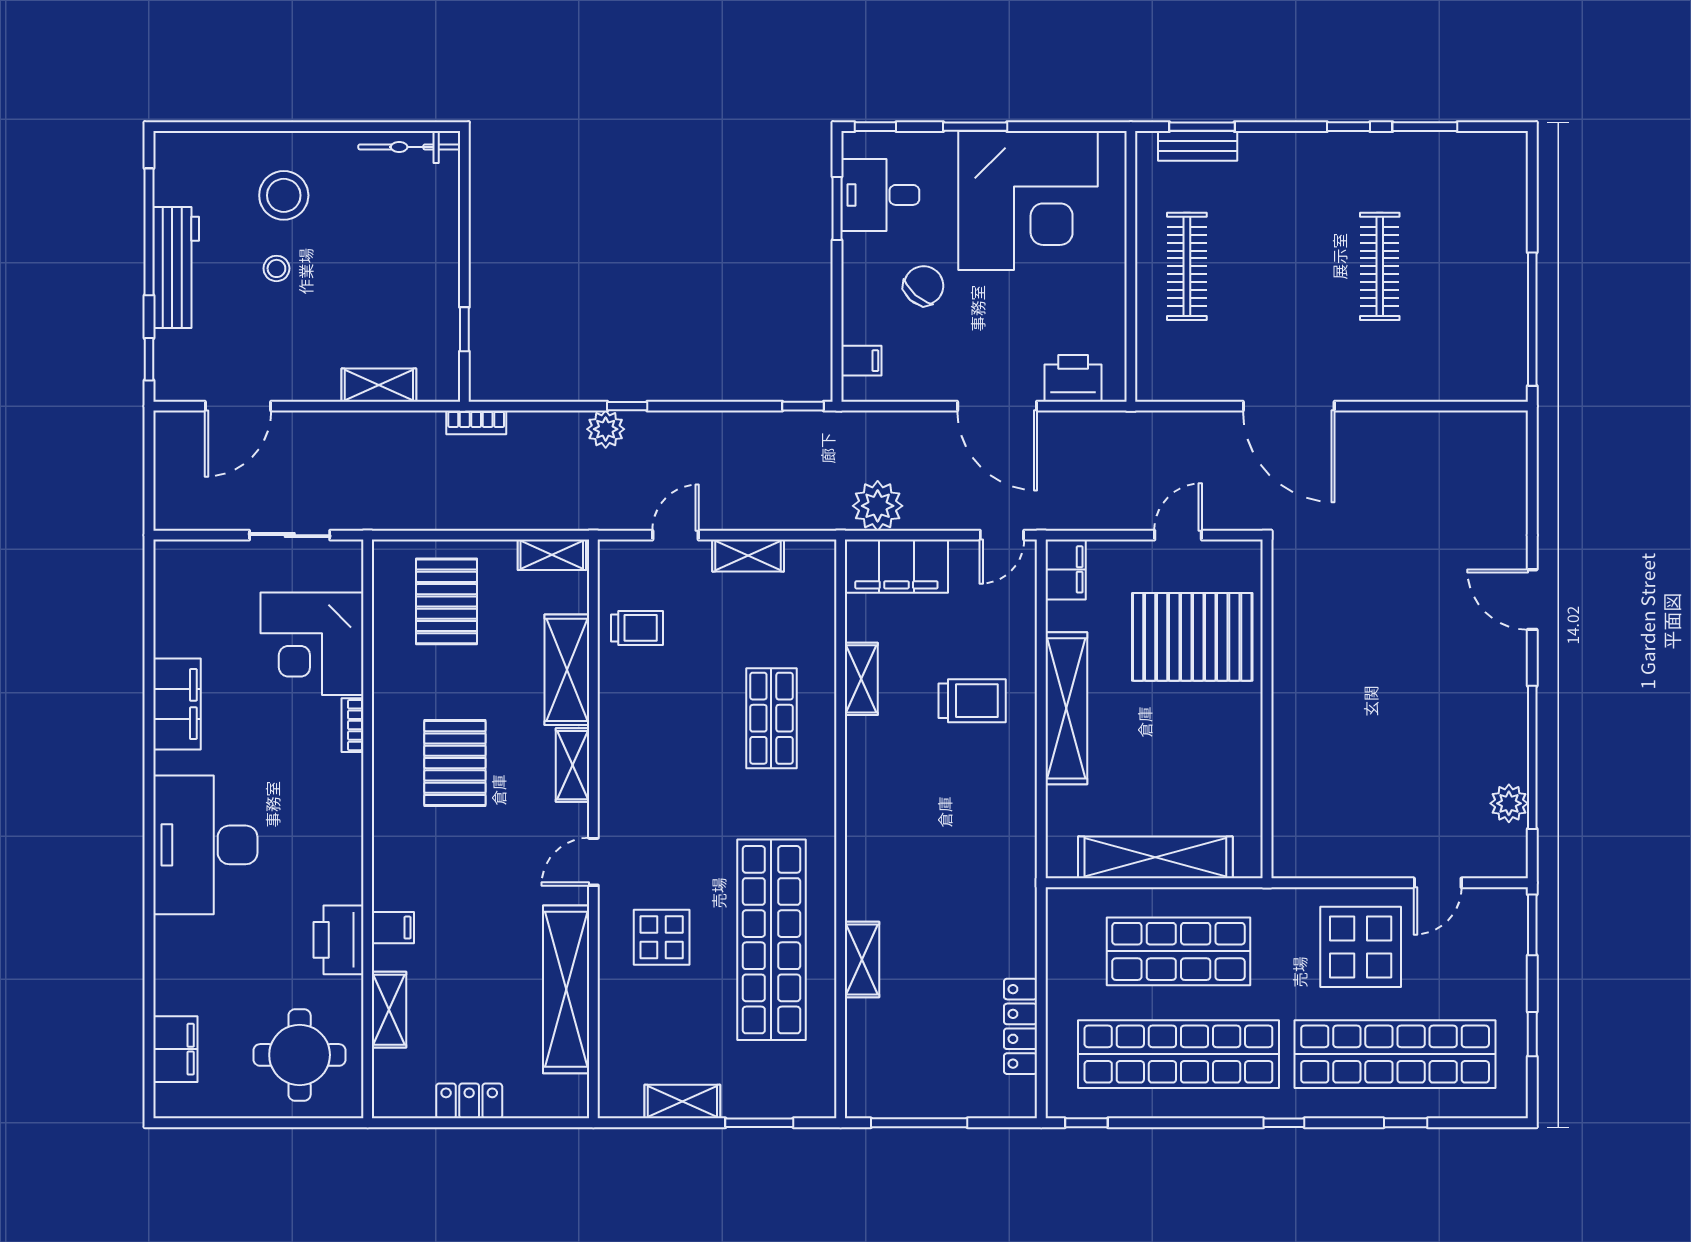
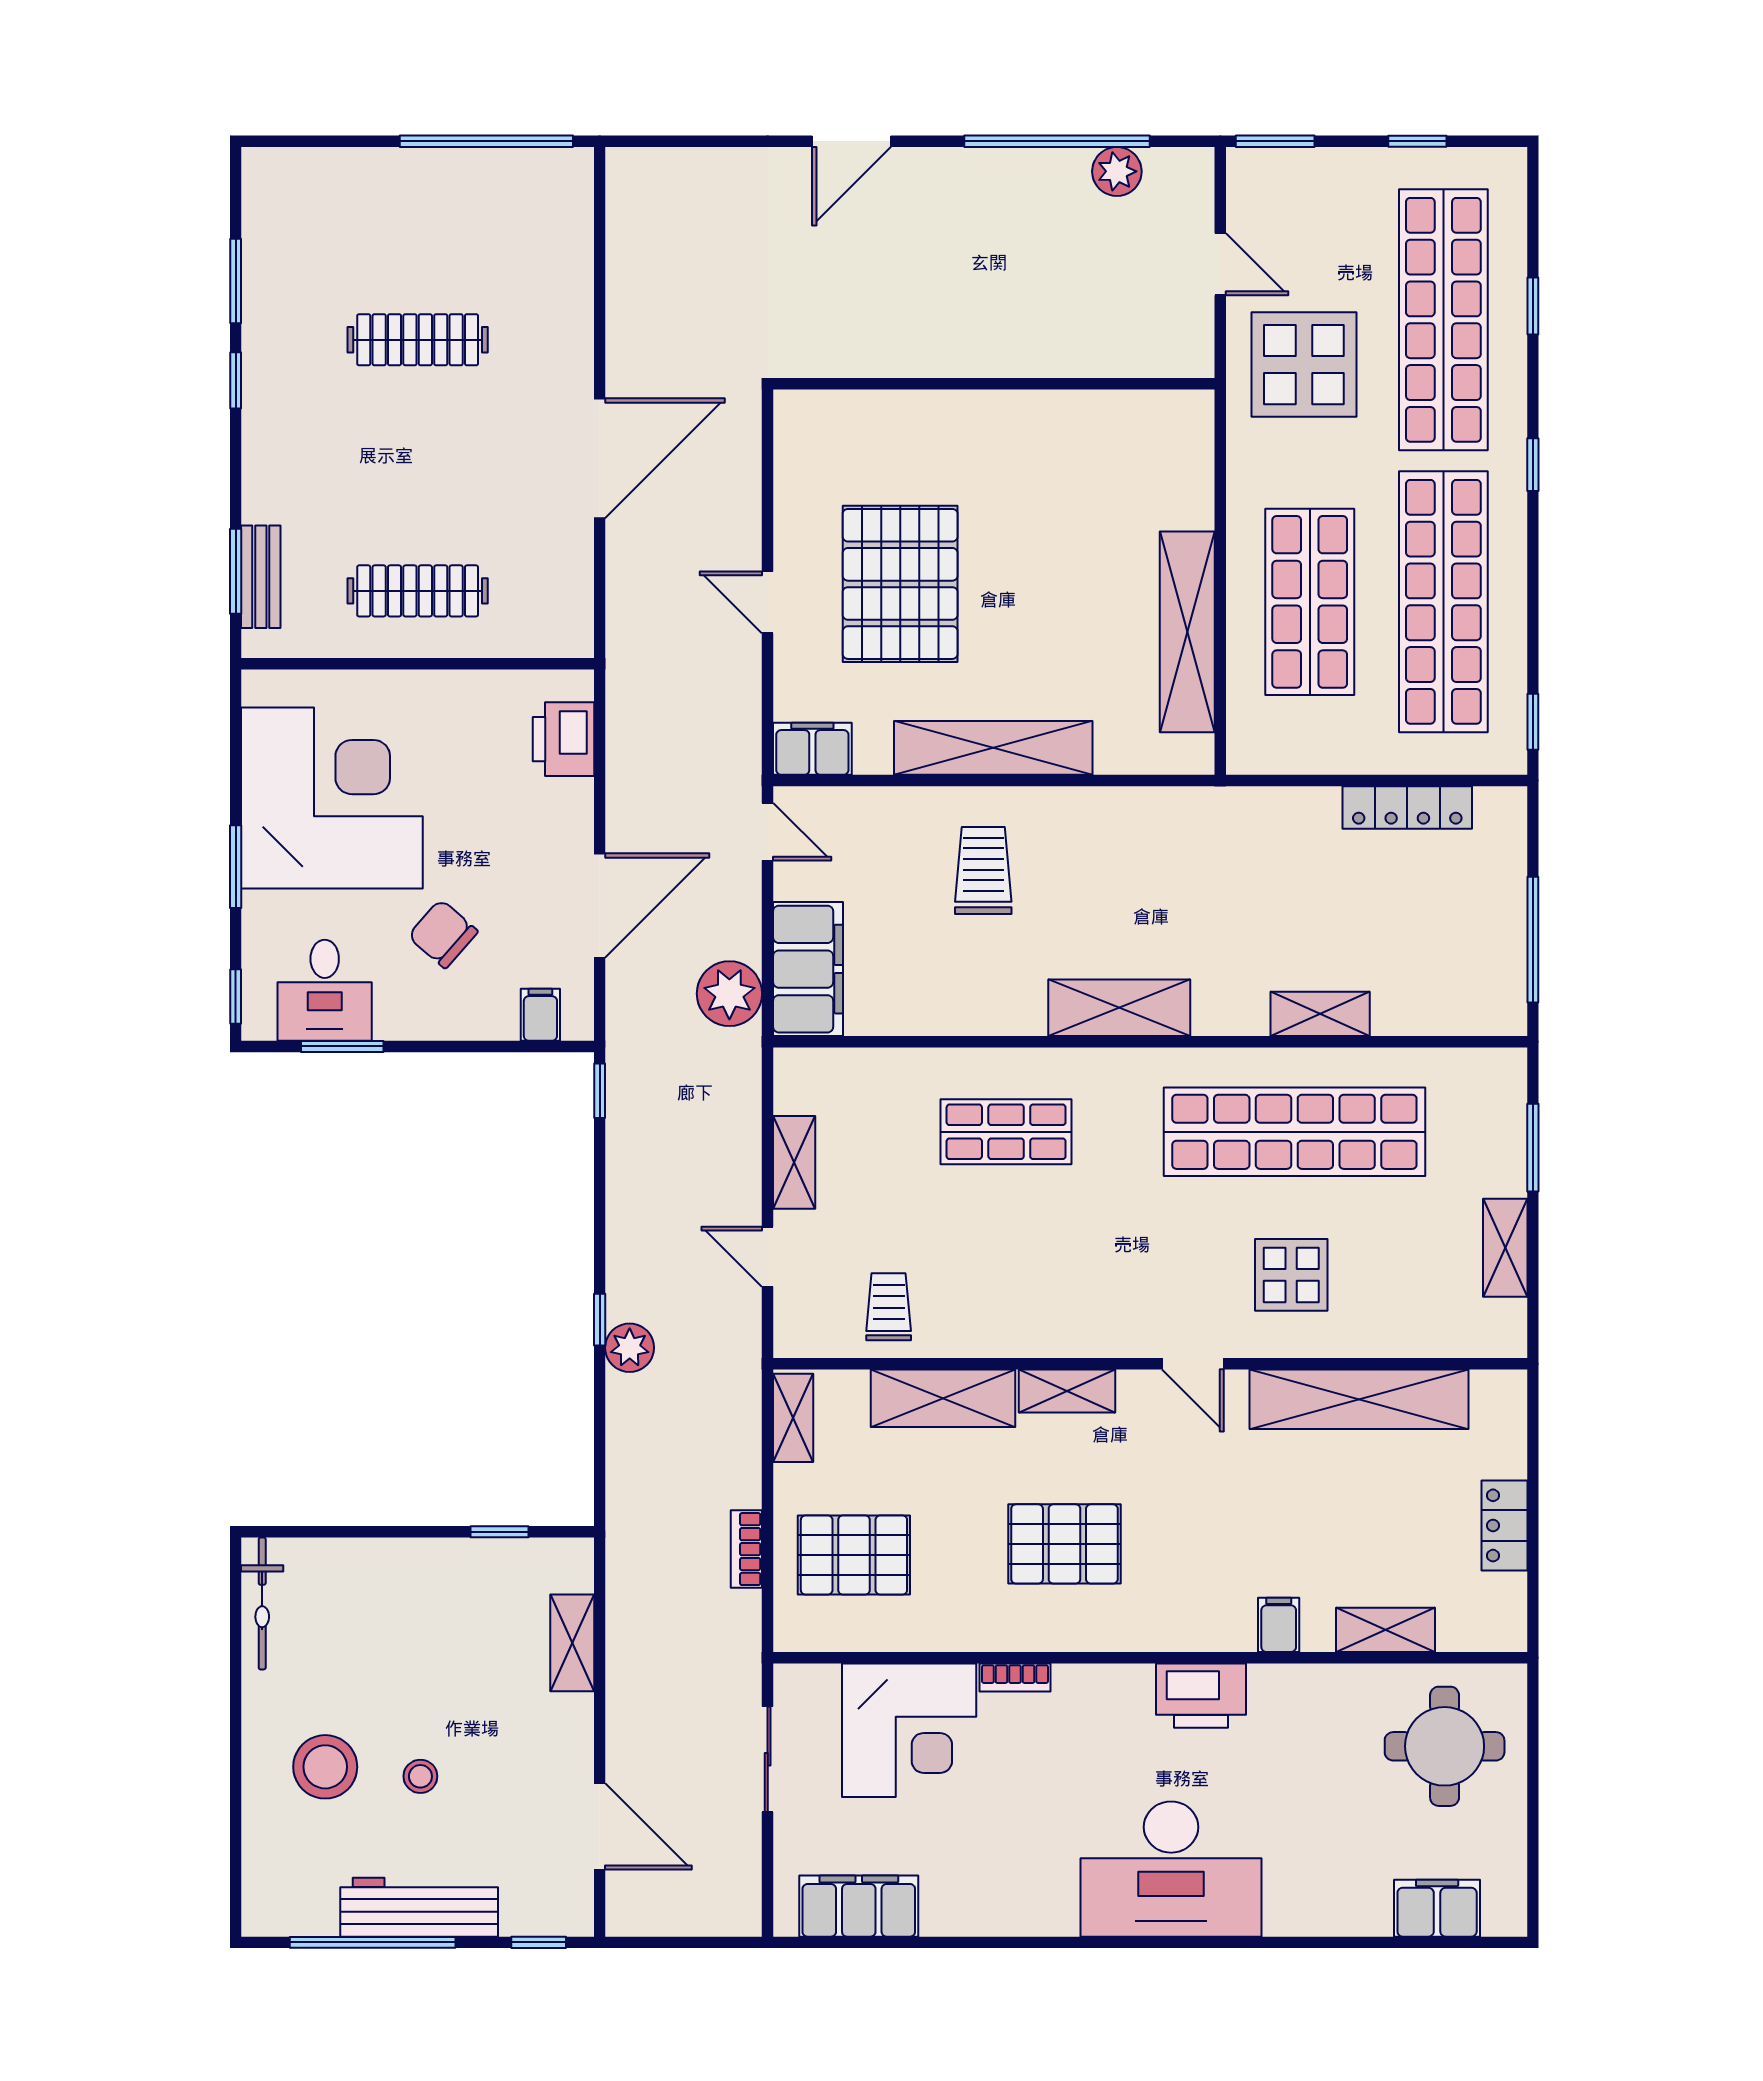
door: (997, 406) -> (600, 906), moved
bookcase: (476, 422) -> (746, 1549), moved, turned 180
shelving: (861, 679) -> (1119, 1008), moved, width x1.50, depth x1.33
filing cabinet: (177, 704) -> (859, 1906), moved
wall: (1267, 709) -> (994, 384), moved
printer: (338, 940) -> (1201, 1696), moved

